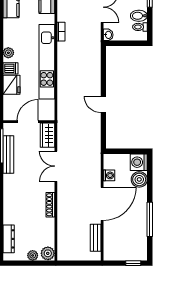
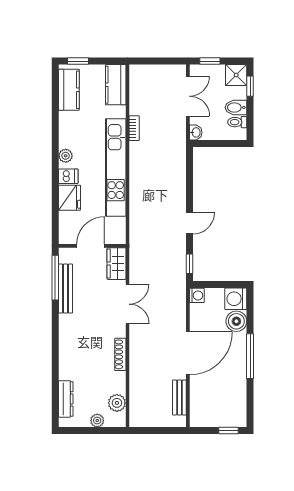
door: (103, 104) -> (190, 223), swing flipped
window: (103, 135) -> (190, 264), added
double door: (56, 166) -> (127, 304), swing flipped
washing machine: (109, 175) -> (197, 295), moved
window: (150, 219) -> (250, 356), moved
plant: (48, 253) -> (117, 403), moved

